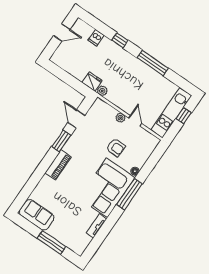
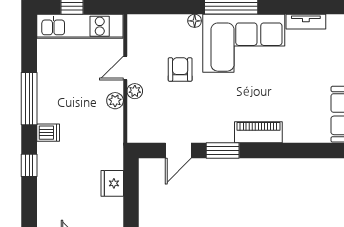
dishwasher: (96, 38) -> (48, 133), moved
fridge: (92, 82) -> (112, 183), moved
plant: (102, 91) -> (115, 101), moved

